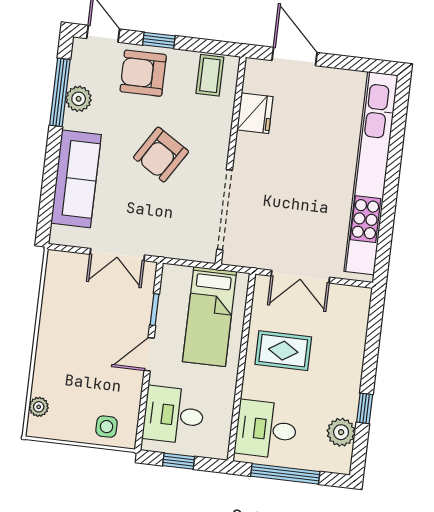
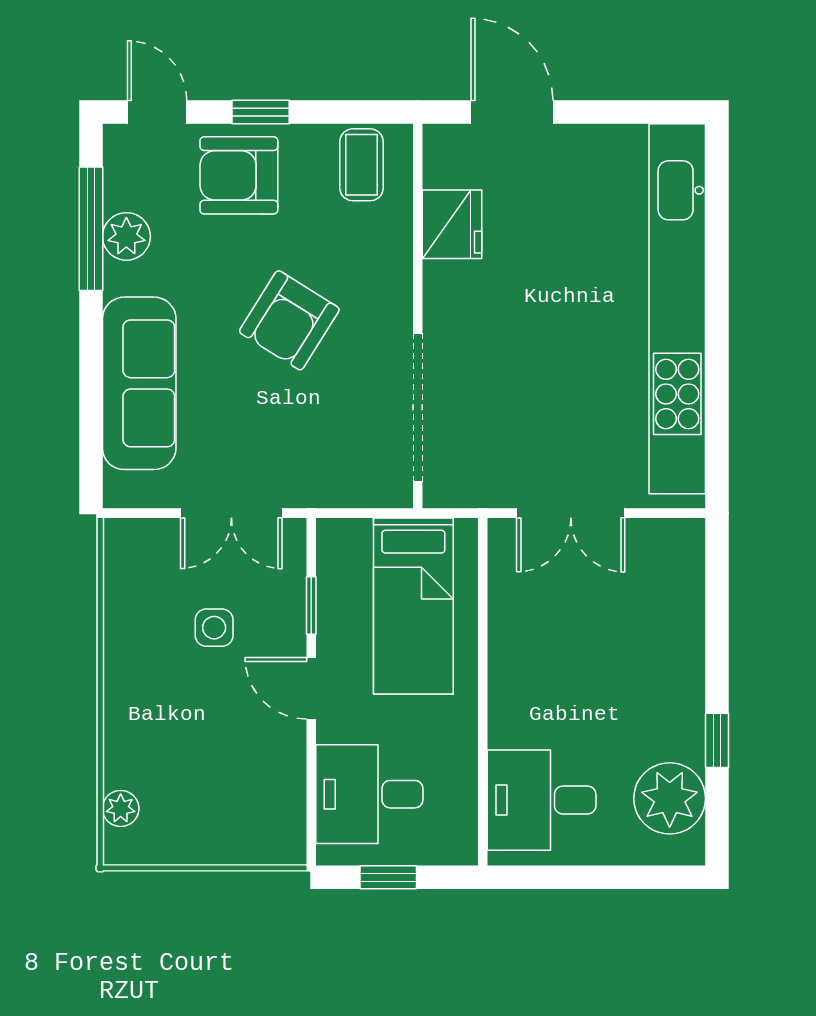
rug: (283, 351) -> (556, 652), removed
door: (149, 354) -> (311, 688), hinge flipped
side table: (107, 427) -> (214, 628), moved
plant: (341, 432) -> (670, 798), width x1.36, depth x1.36
window: (285, 474) -> (586, 877), removed

